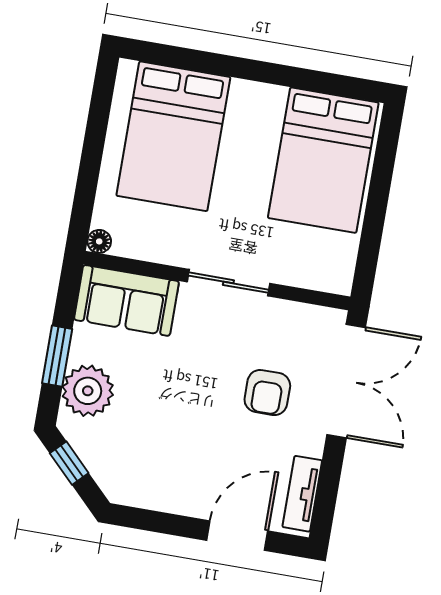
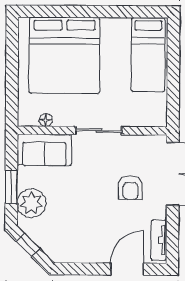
bed: (173, 136) -> (64, 55), width x1.36
bed: (323, 160) -> (148, 55), width x0.67
floor lamp: (99, 241) -> (46, 120), moved

